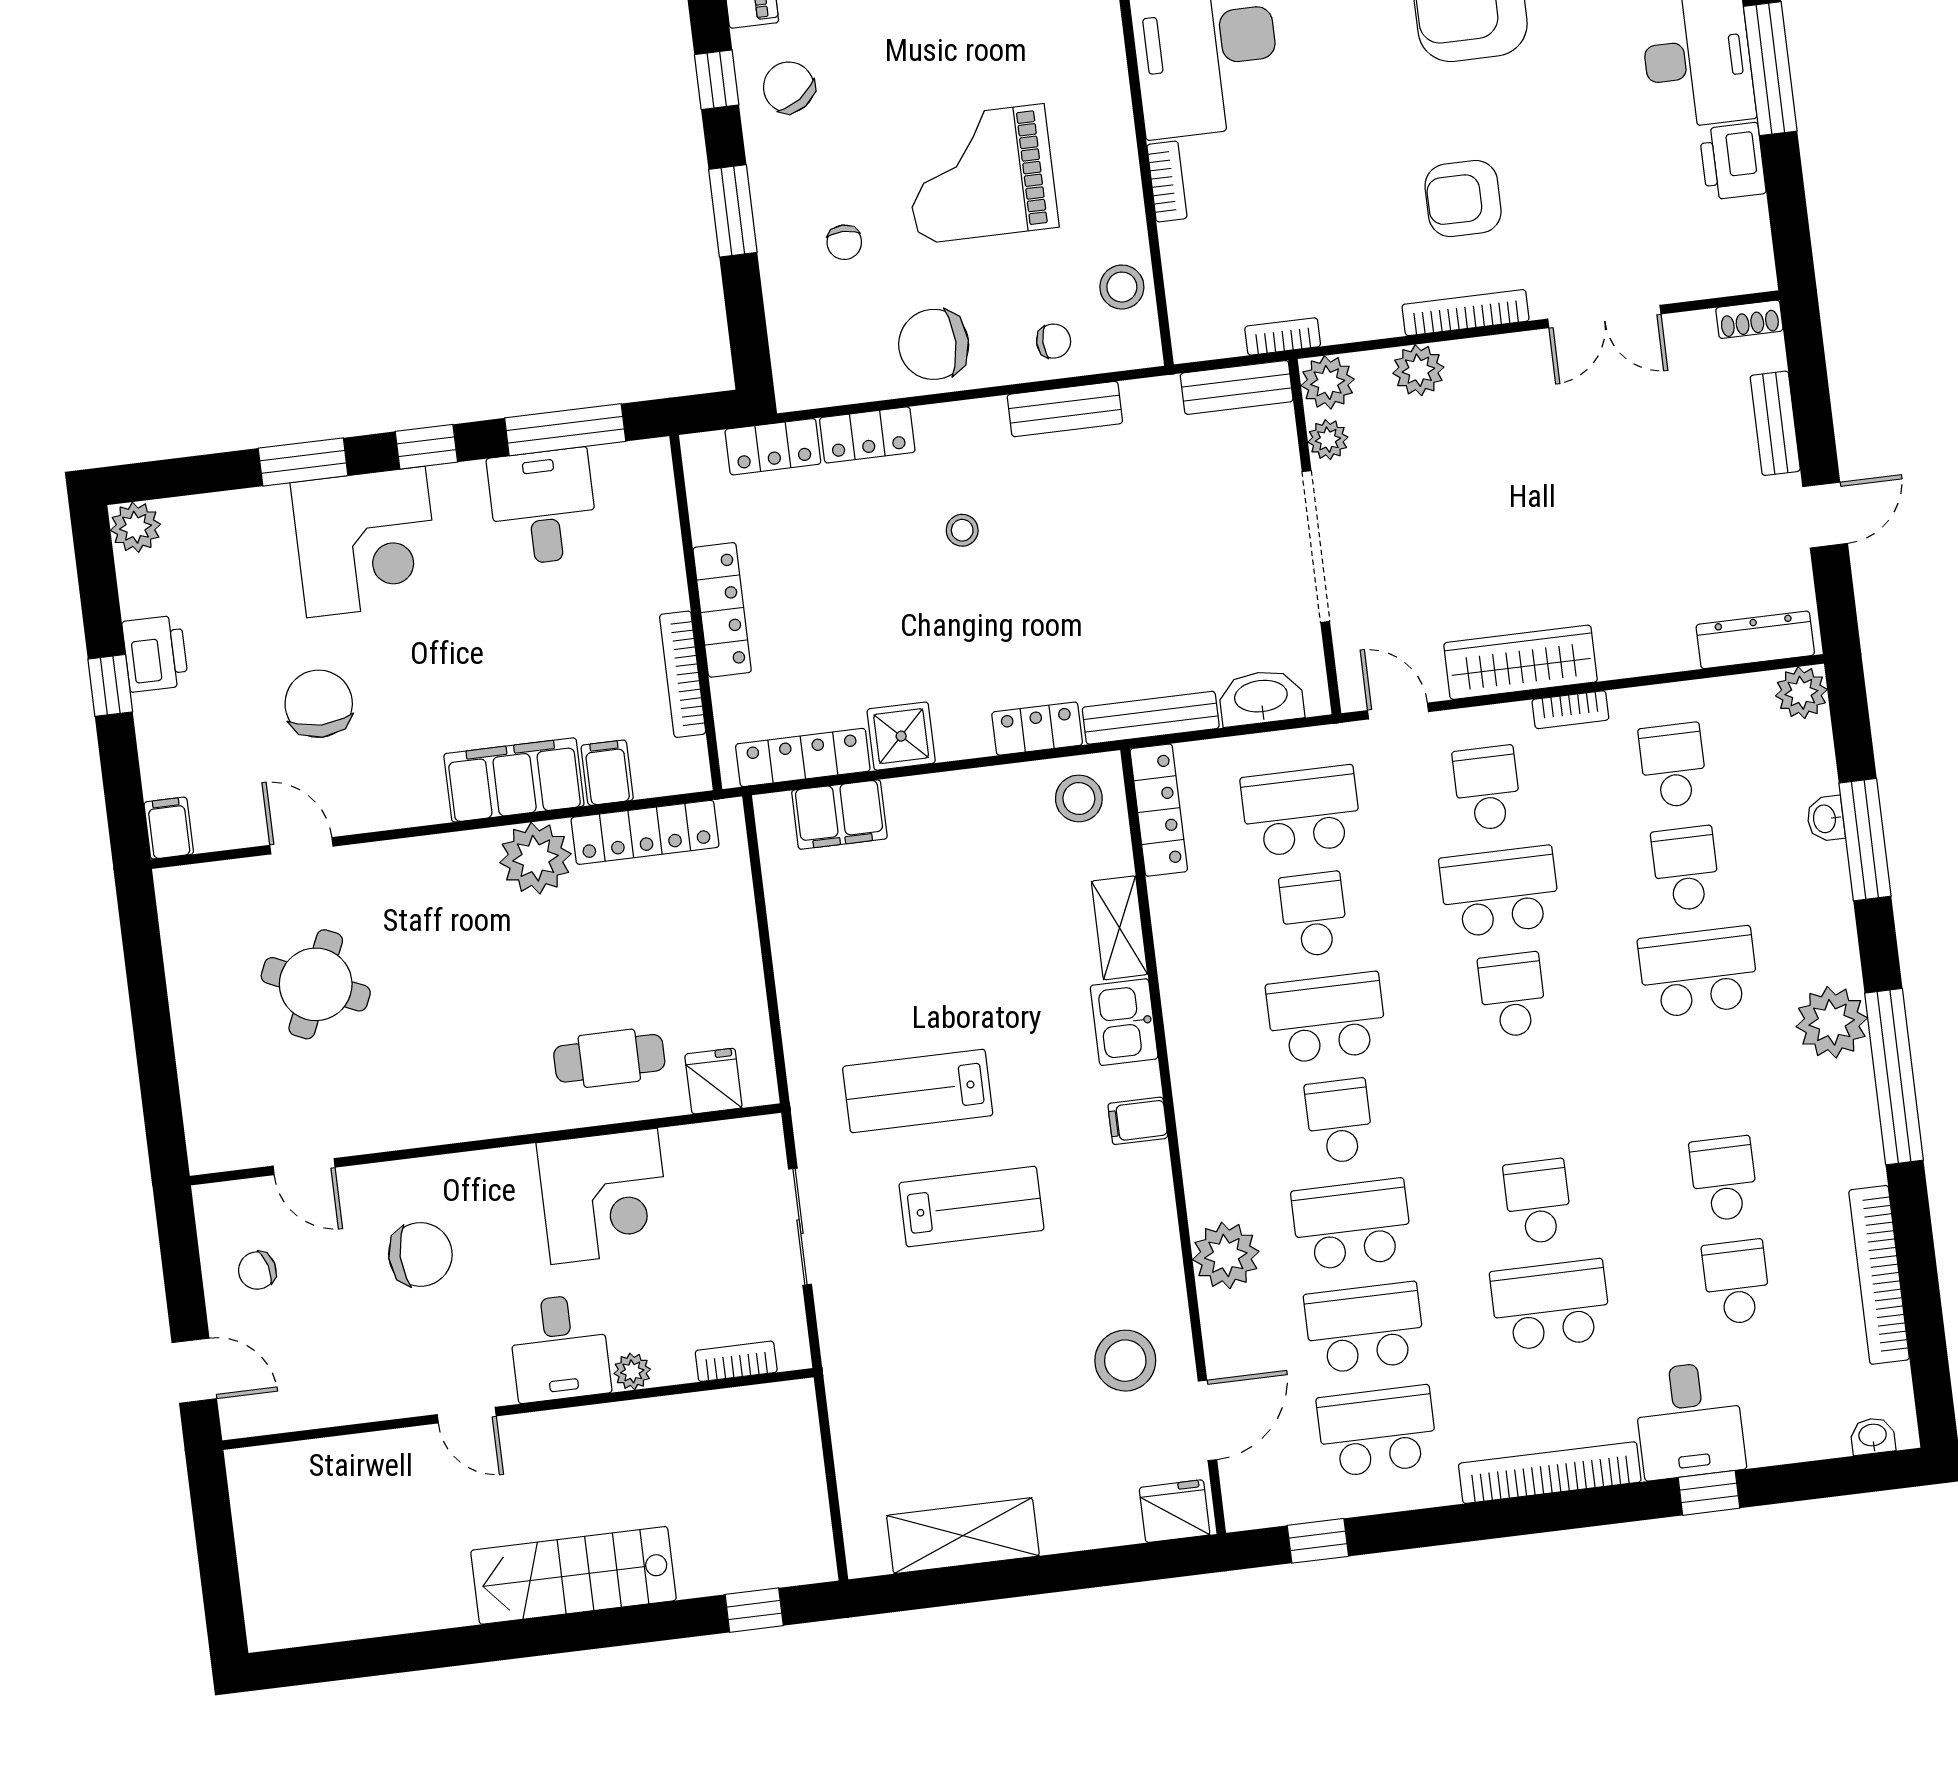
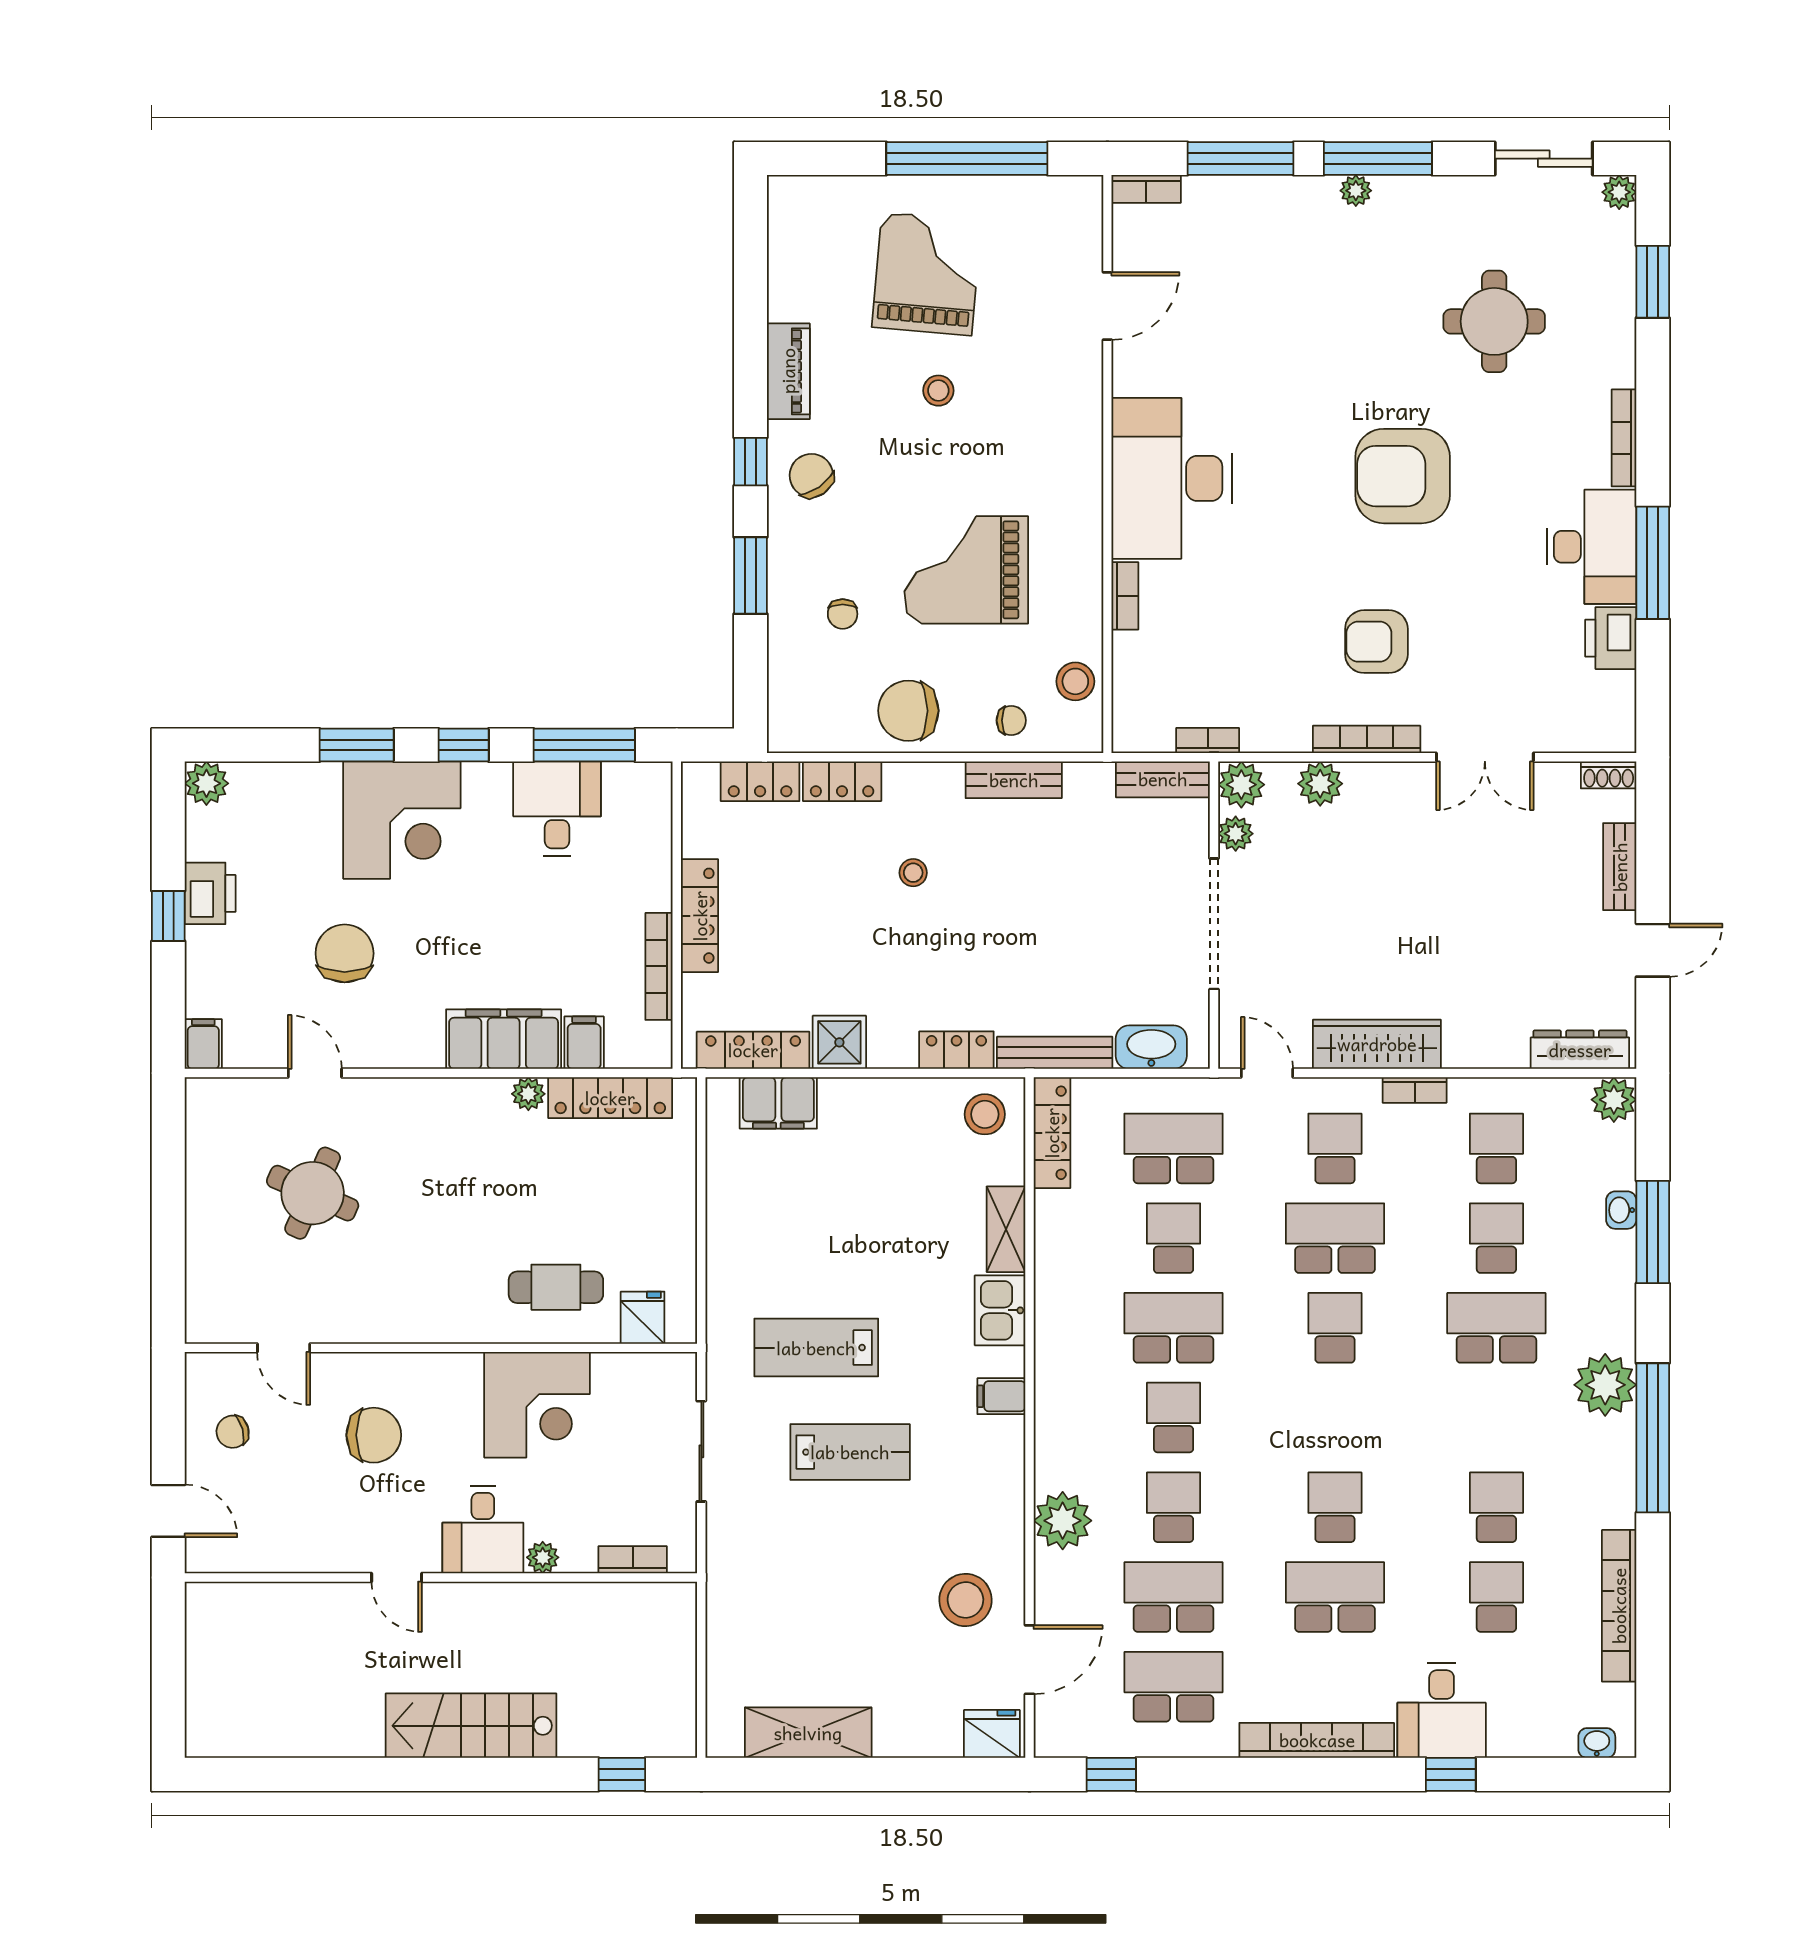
plant: (535, 858) -> (528, 1094), width x0.53, depth x0.53
school desk: (1352, 1224) -> (1174, 1507), width x0.54

